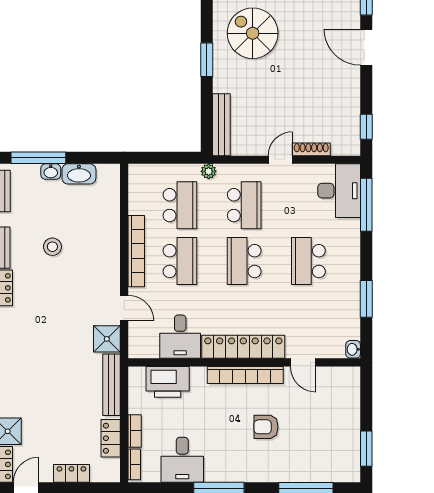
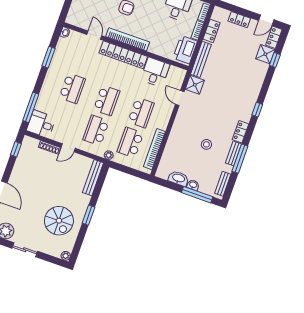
desk: (339, 191) -> (41, 124), width x0.73
bookcase: (136, 251) -> (154, 149), moved
school desk: (180, 261) -> (141, 113), turned 180
printer: (168, 382) -> (185, 50), moved, turned -90

